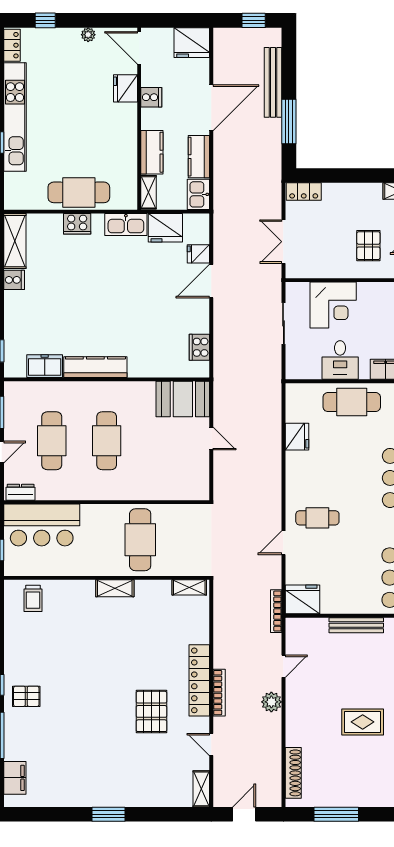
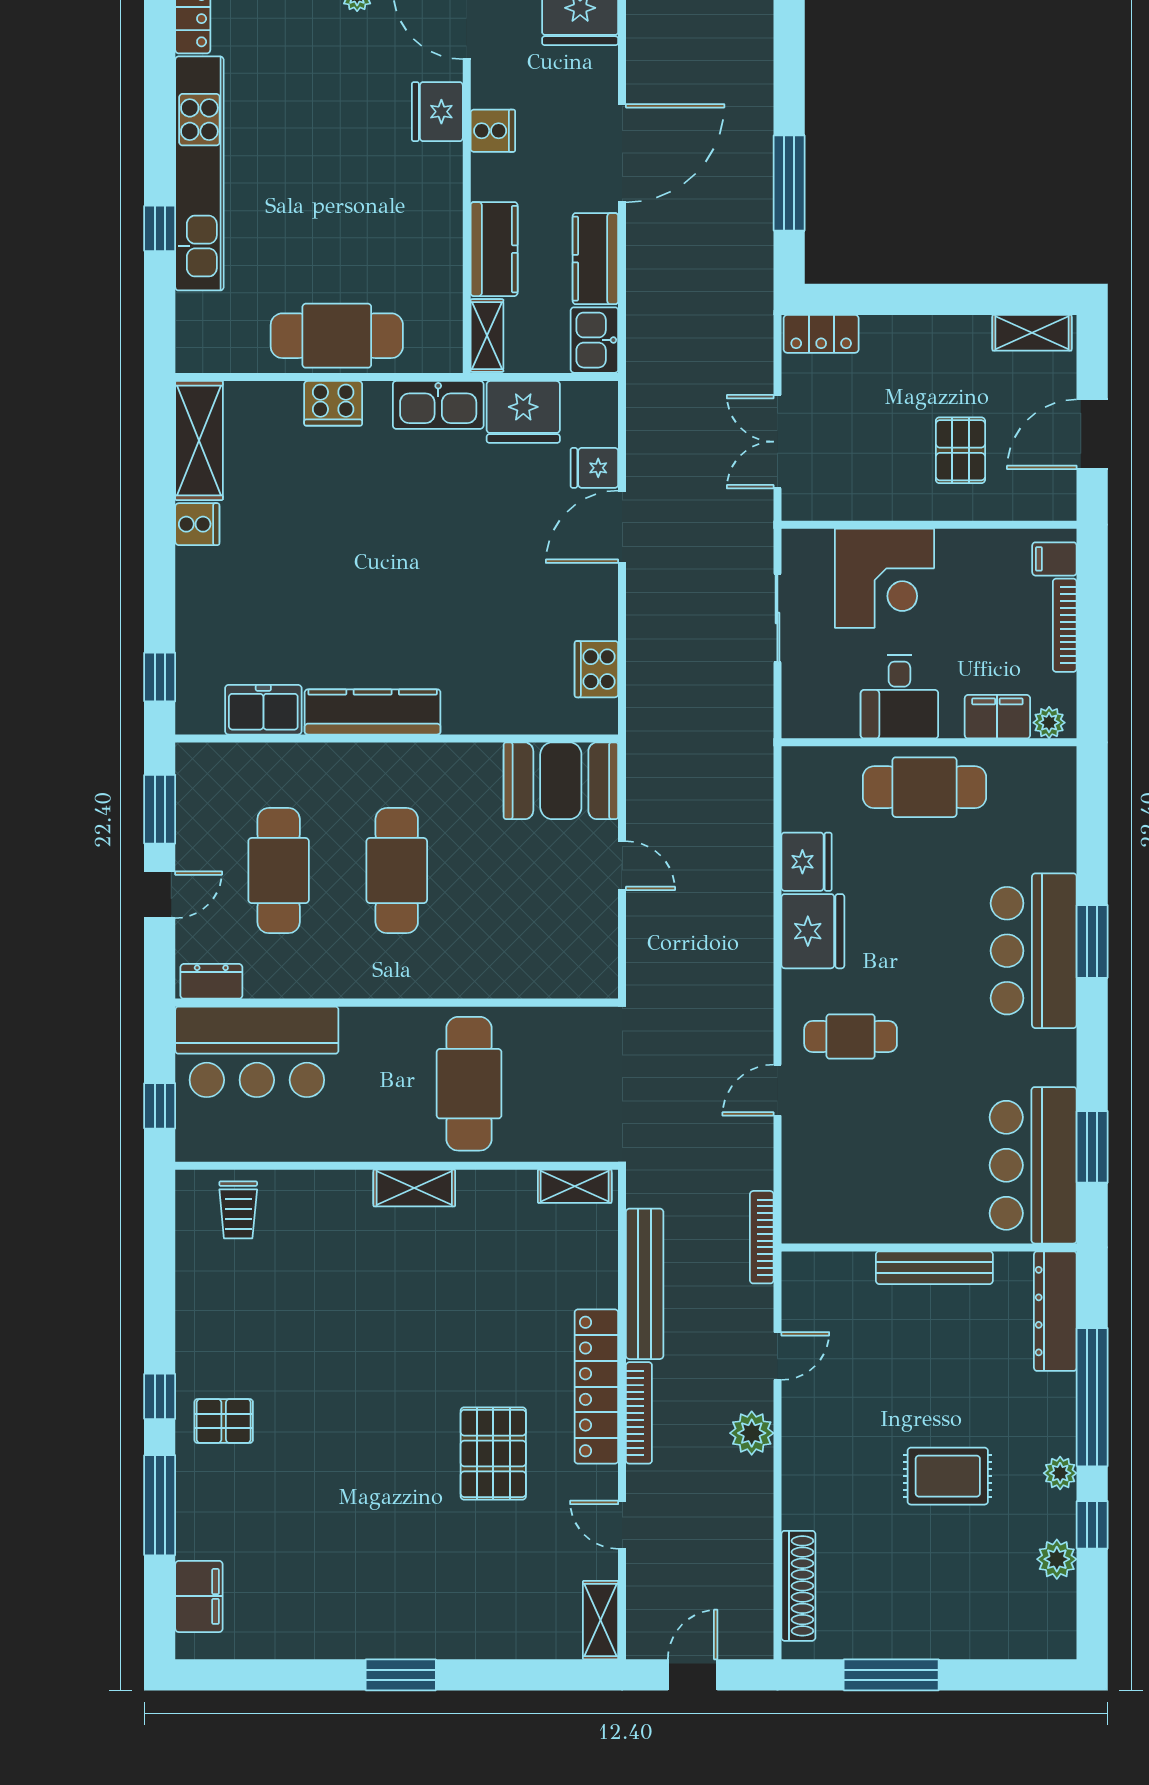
bench: (273, 82) -> (645, 1284), moved
fridge: (302, 599) -> (813, 931), moved, turned 90

